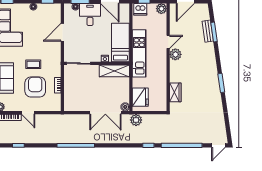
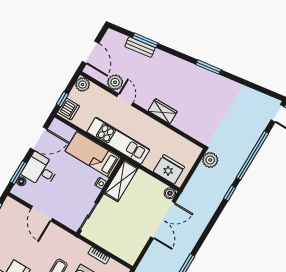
plant: (175, 54) -> (115, 82), moved
wardrobe: (175, 92) -> (163, 111), moved
plant: (136, 120) -> (210, 160), moved

